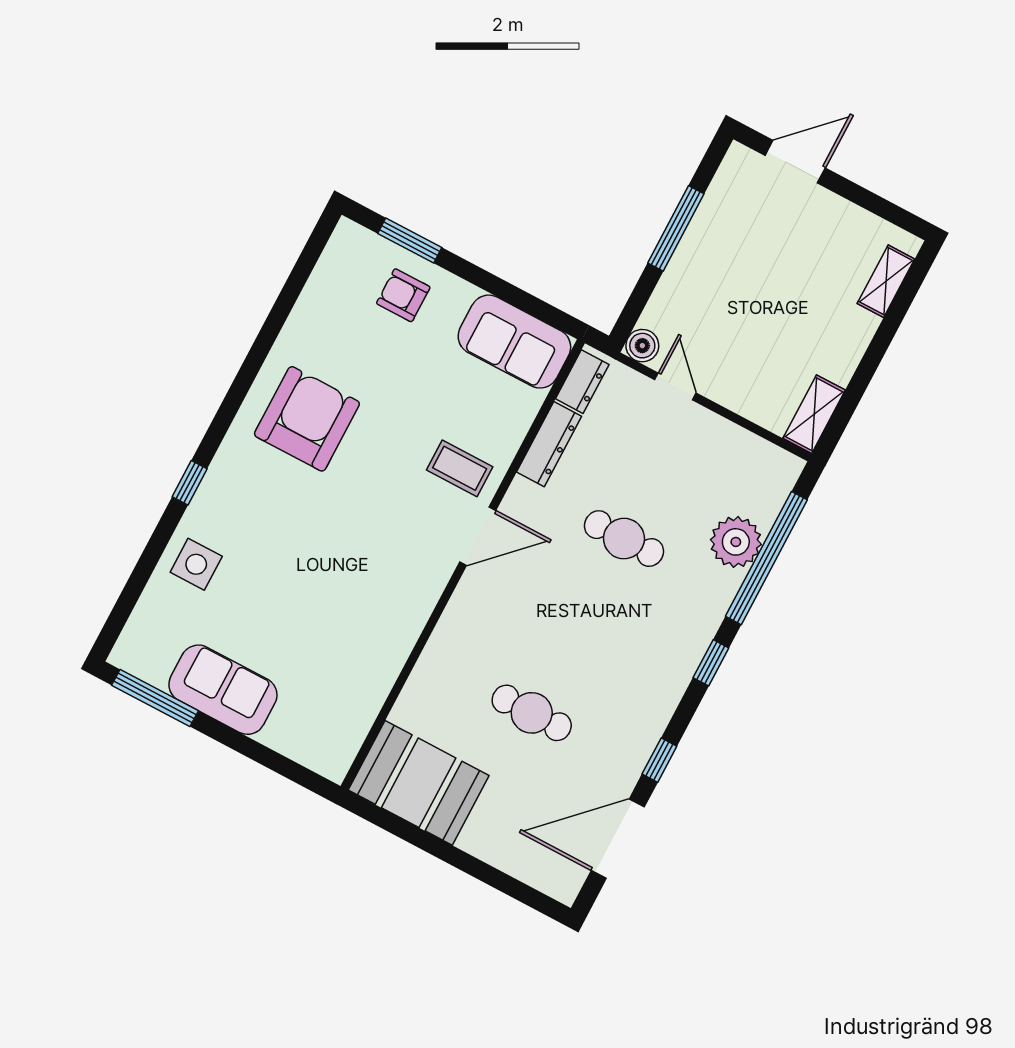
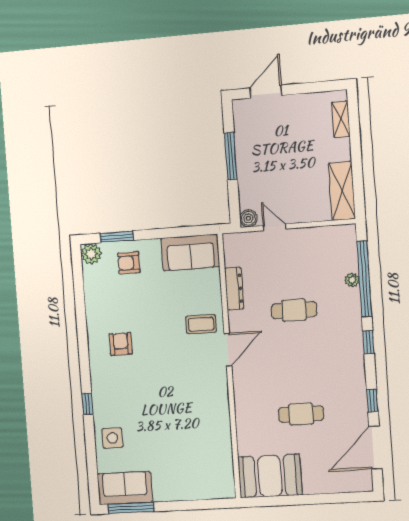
plant: (350, 242) -> (91, 254), added
dresser: (582, 382) -> (231, 251), removed
shelving: (814, 414) -> (342, 191), width x1.50, depth x1.33
armchair: (307, 419) -> (121, 344), width x0.53, depth x0.53
plant: (736, 542) -> (352, 280), width x0.53, depth x0.53
sofa: (223, 690) -> (125, 488), moved

